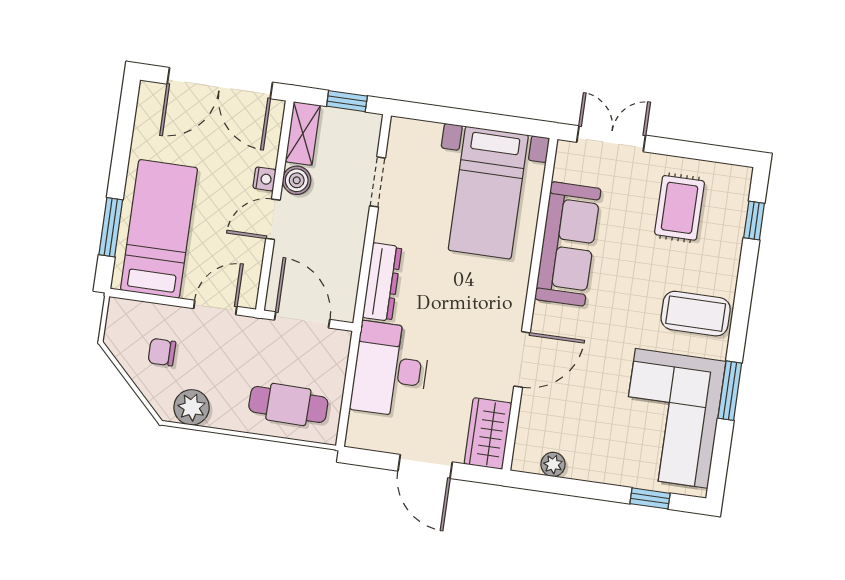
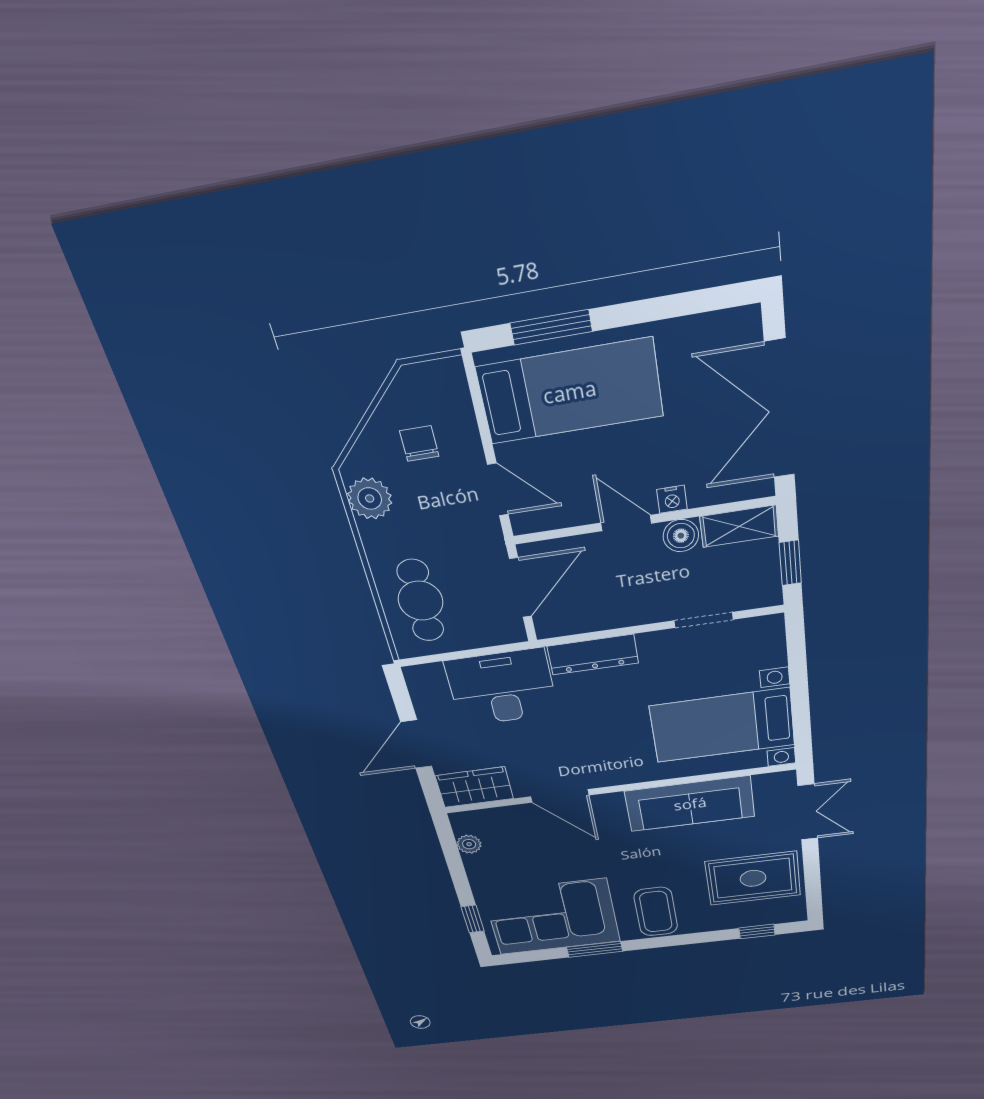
rug: (680, 208) -> (753, 878), width x1.36, depth x1.43

